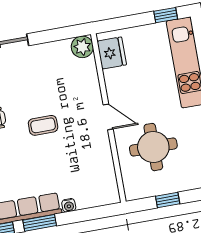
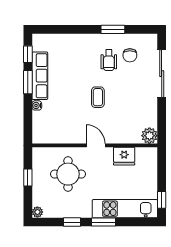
fridge: (112, 53) -> (124, 156), moved
door: (108, 117) -> (96, 145), swing flipped

